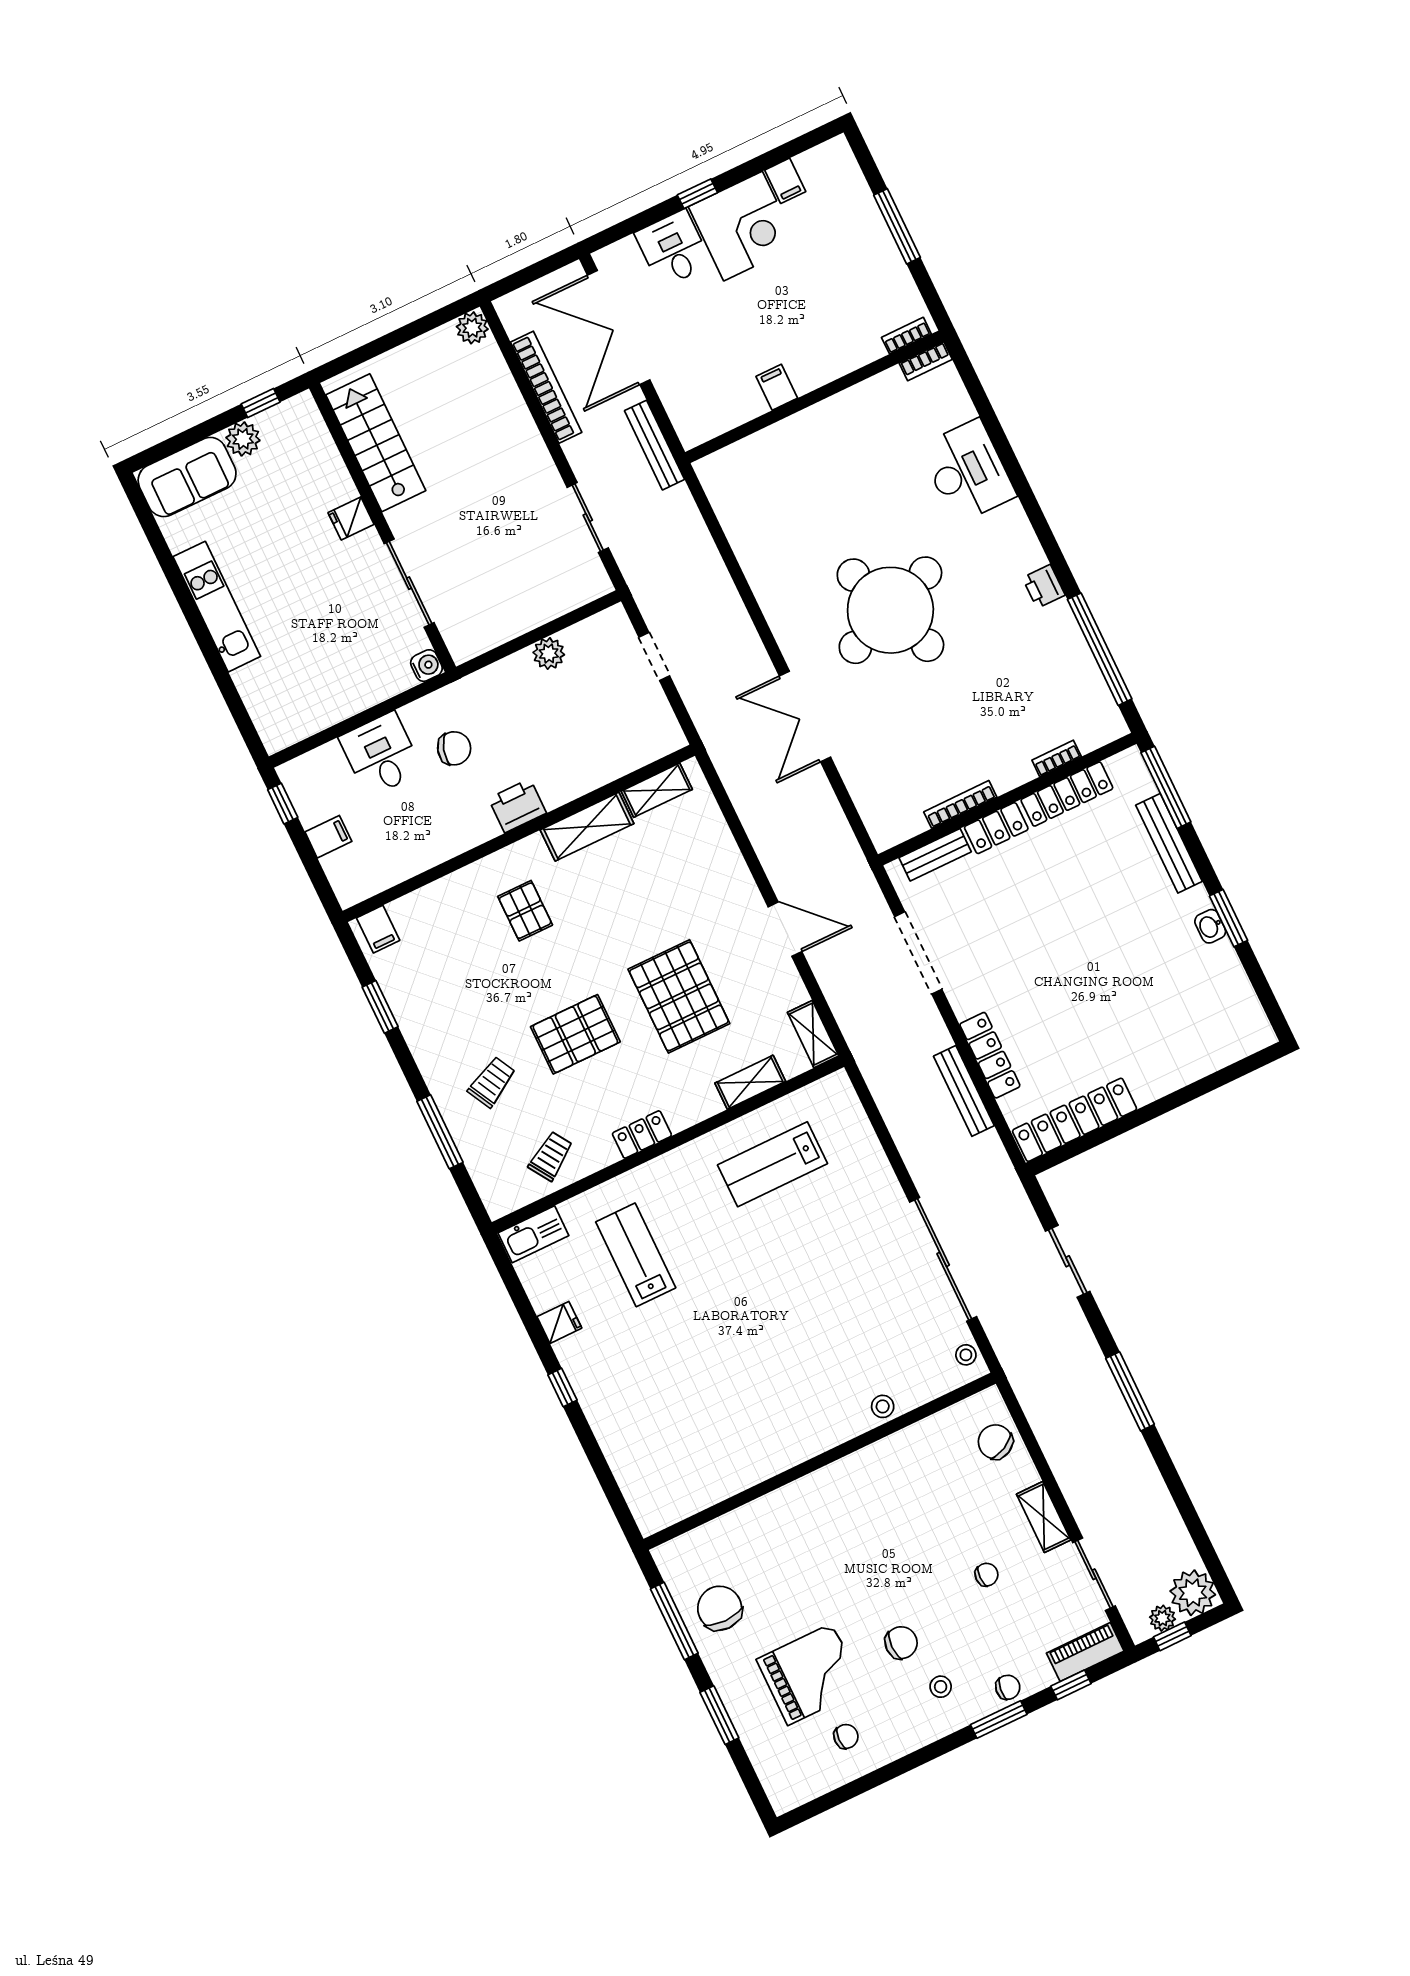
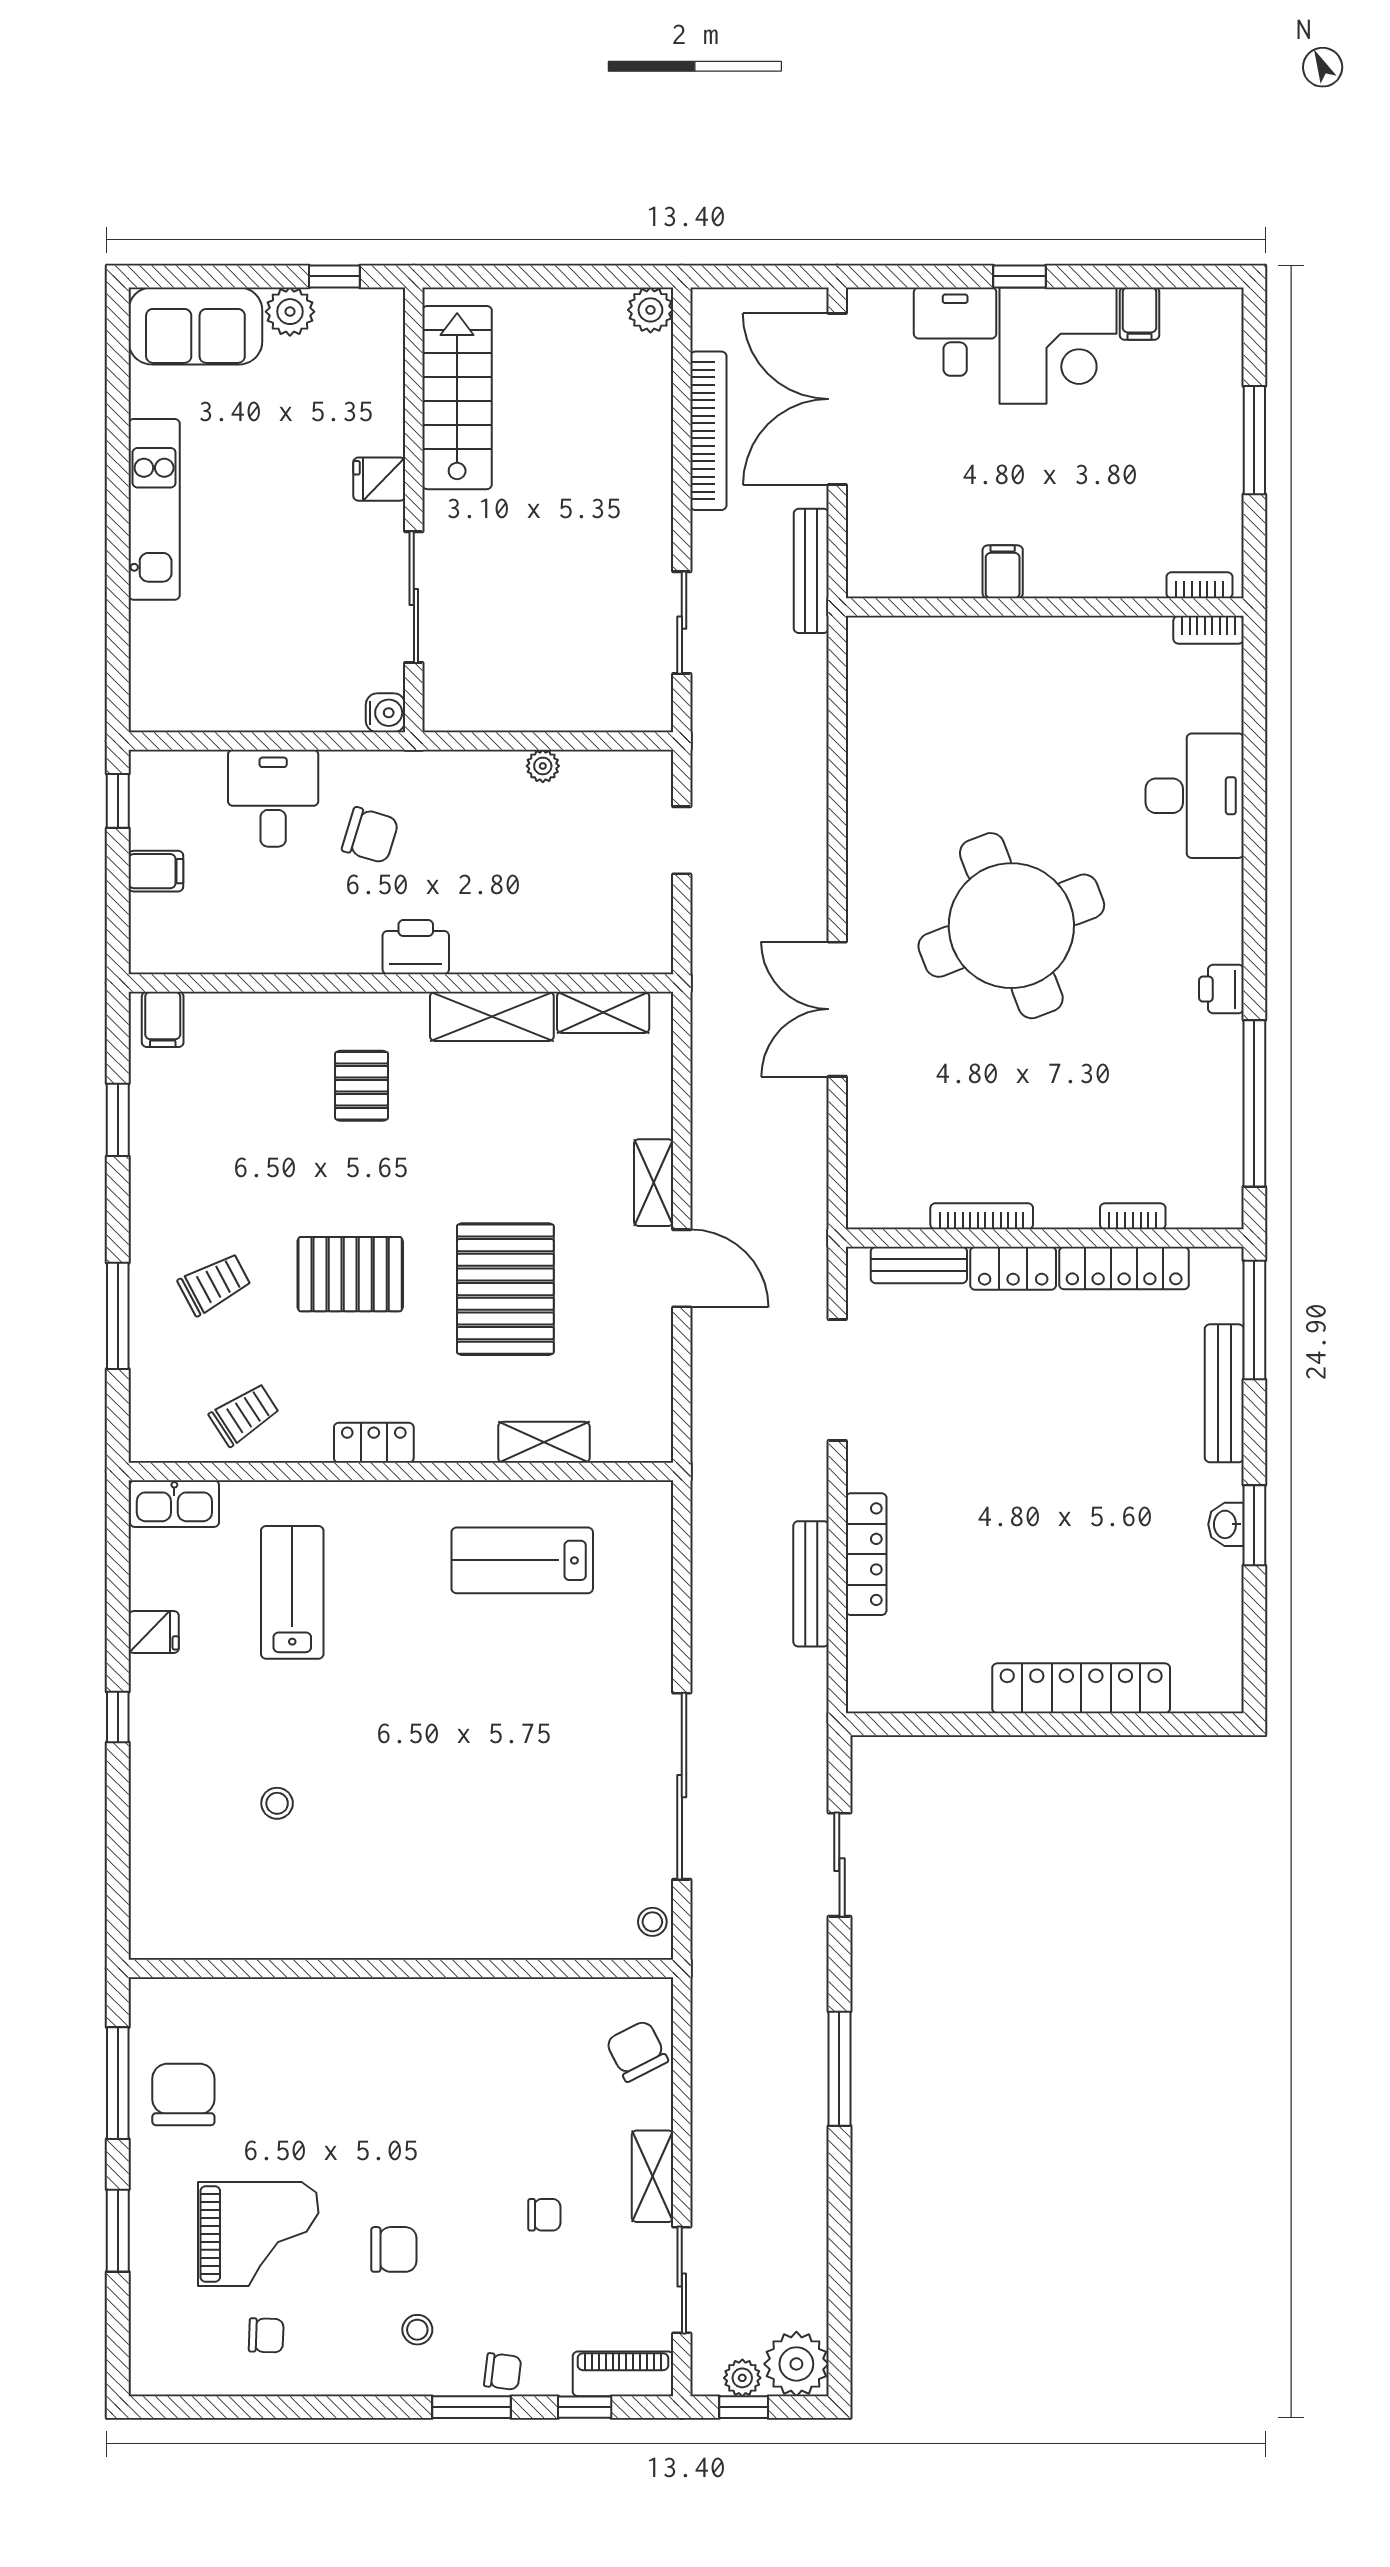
plant: (549, 653) -> (543, 766), width x0.73, depth x0.73
shelving: (813, 1034) -> (654, 1183), moved
locker: (1075, 1120) -> (1081, 1688), moved
stool: (883, 1406) -> (277, 1803), moved

